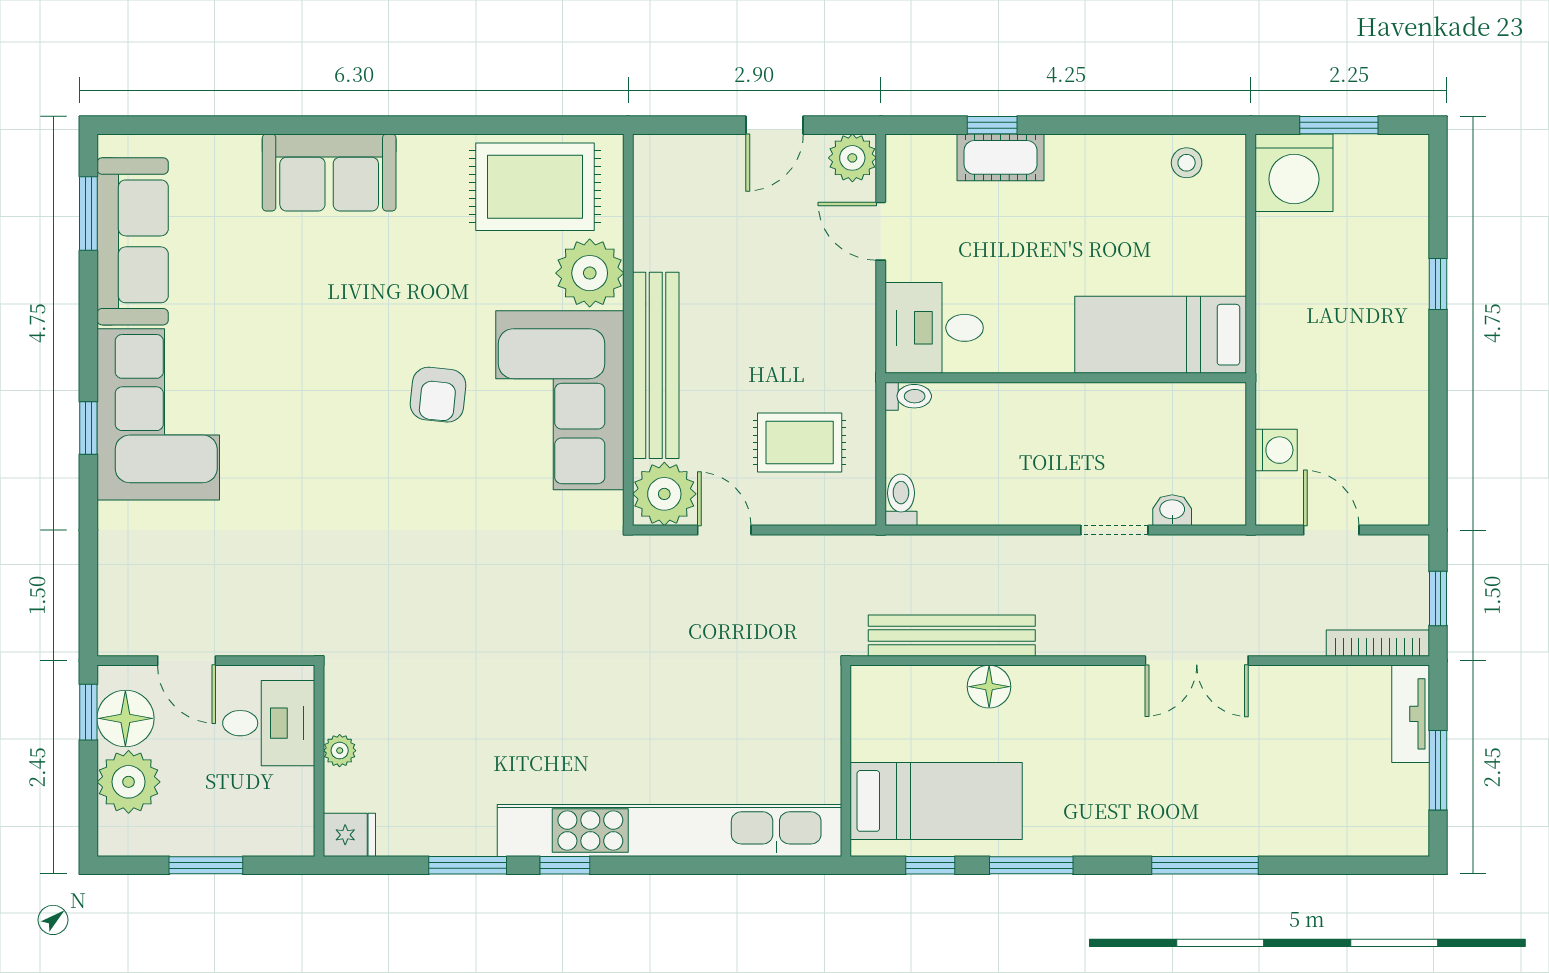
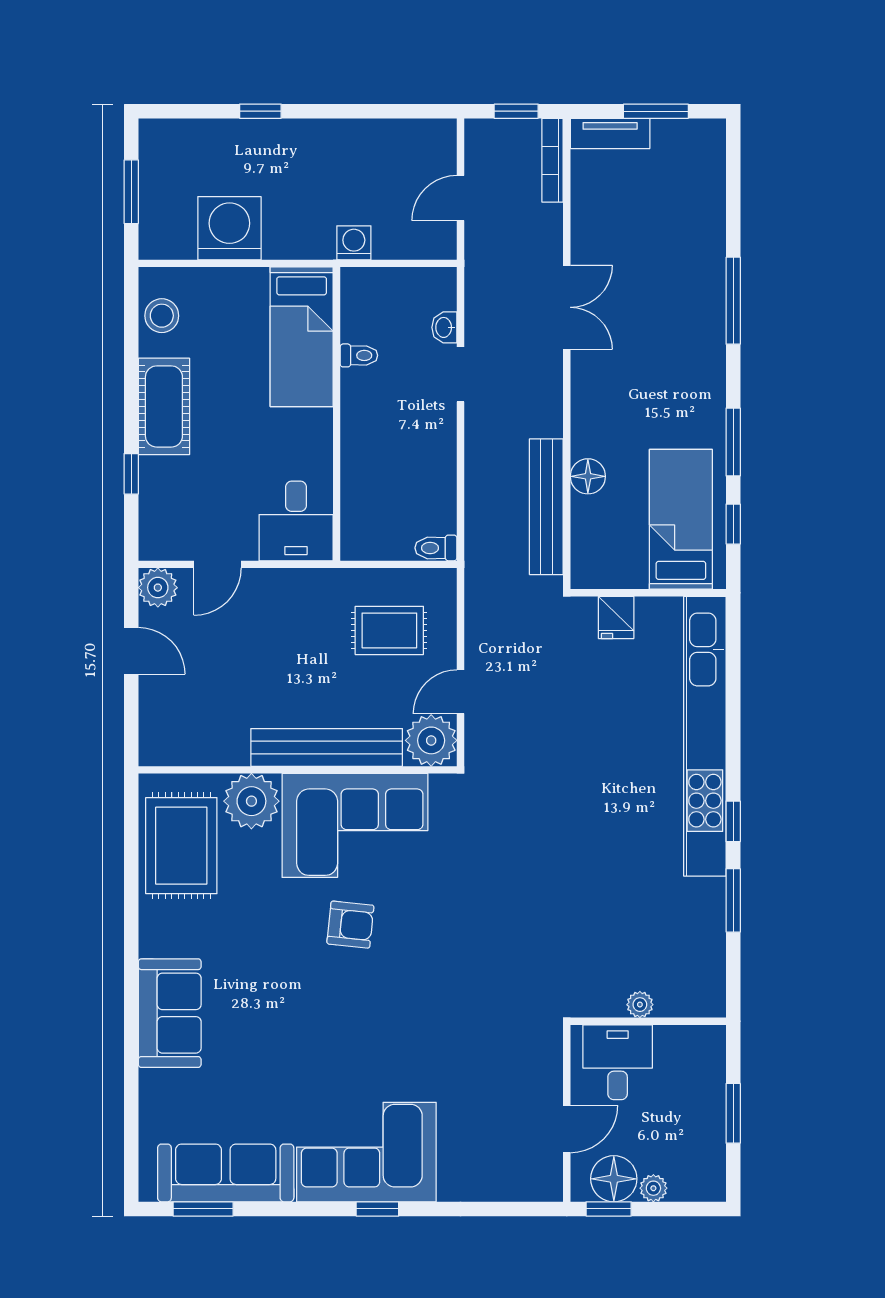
cot: (1001, 157) -> (164, 406), moved, width x1.37, depth x1.34
stool: (1187, 163) -> (162, 316), width x1.37, depth x1.37
washing machine: (1294, 173) -> (229, 228), moved, turned -90
toilet: (908, 396) -> (359, 355), moved, turned 90
rug: (800, 443) -> (389, 630), turned 90
washing machine: (1276, 450) -> (354, 243), moved
plant: (129, 782) -> (653, 1188), width x0.53, depth x0.53
fridge: (349, 835) -> (616, 617), moved, turned 180

